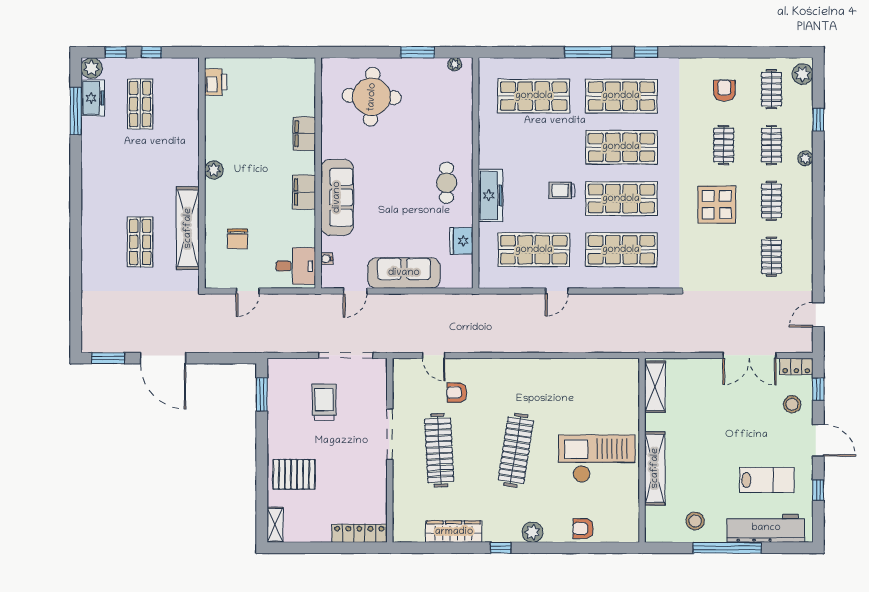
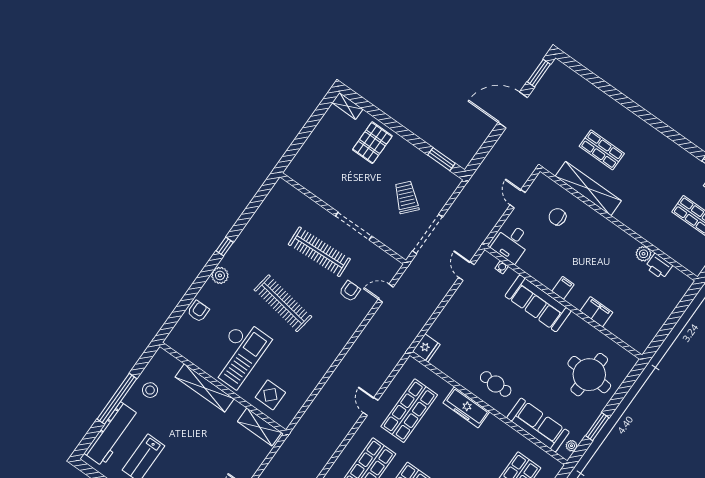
printer: (215, 82) -> (659, 266), moved
plant: (214, 170) -> (644, 254), moved
trolley: (562, 190) -> (436, 458), removed
filing cabinet: (304, 192) -> (563, 288), width x0.50
fridge: (461, 241) -> (426, 348), moved, turned 90
sofa: (404, 273) -> (538, 425), moved, turned -90
display table: (616, 398) -> (270, 395), added
trolley: (324, 402) -> (406, 197), turned -138
wardrobe: (454, 532) -> (258, 223), removed
locker: (359, 533) -> (302, 159), removed

